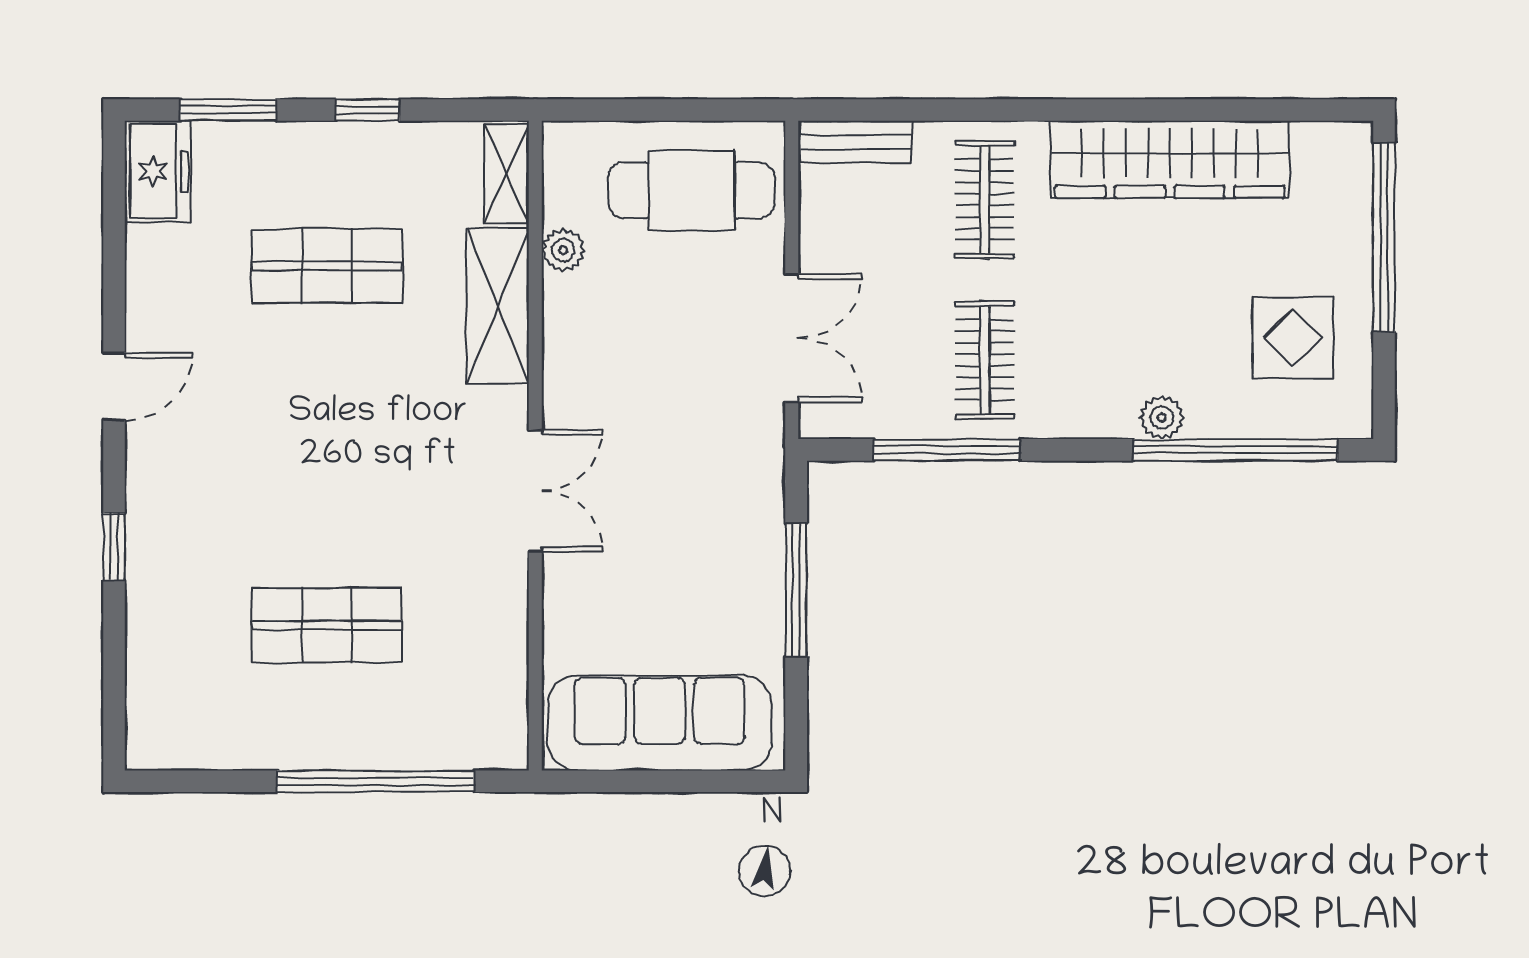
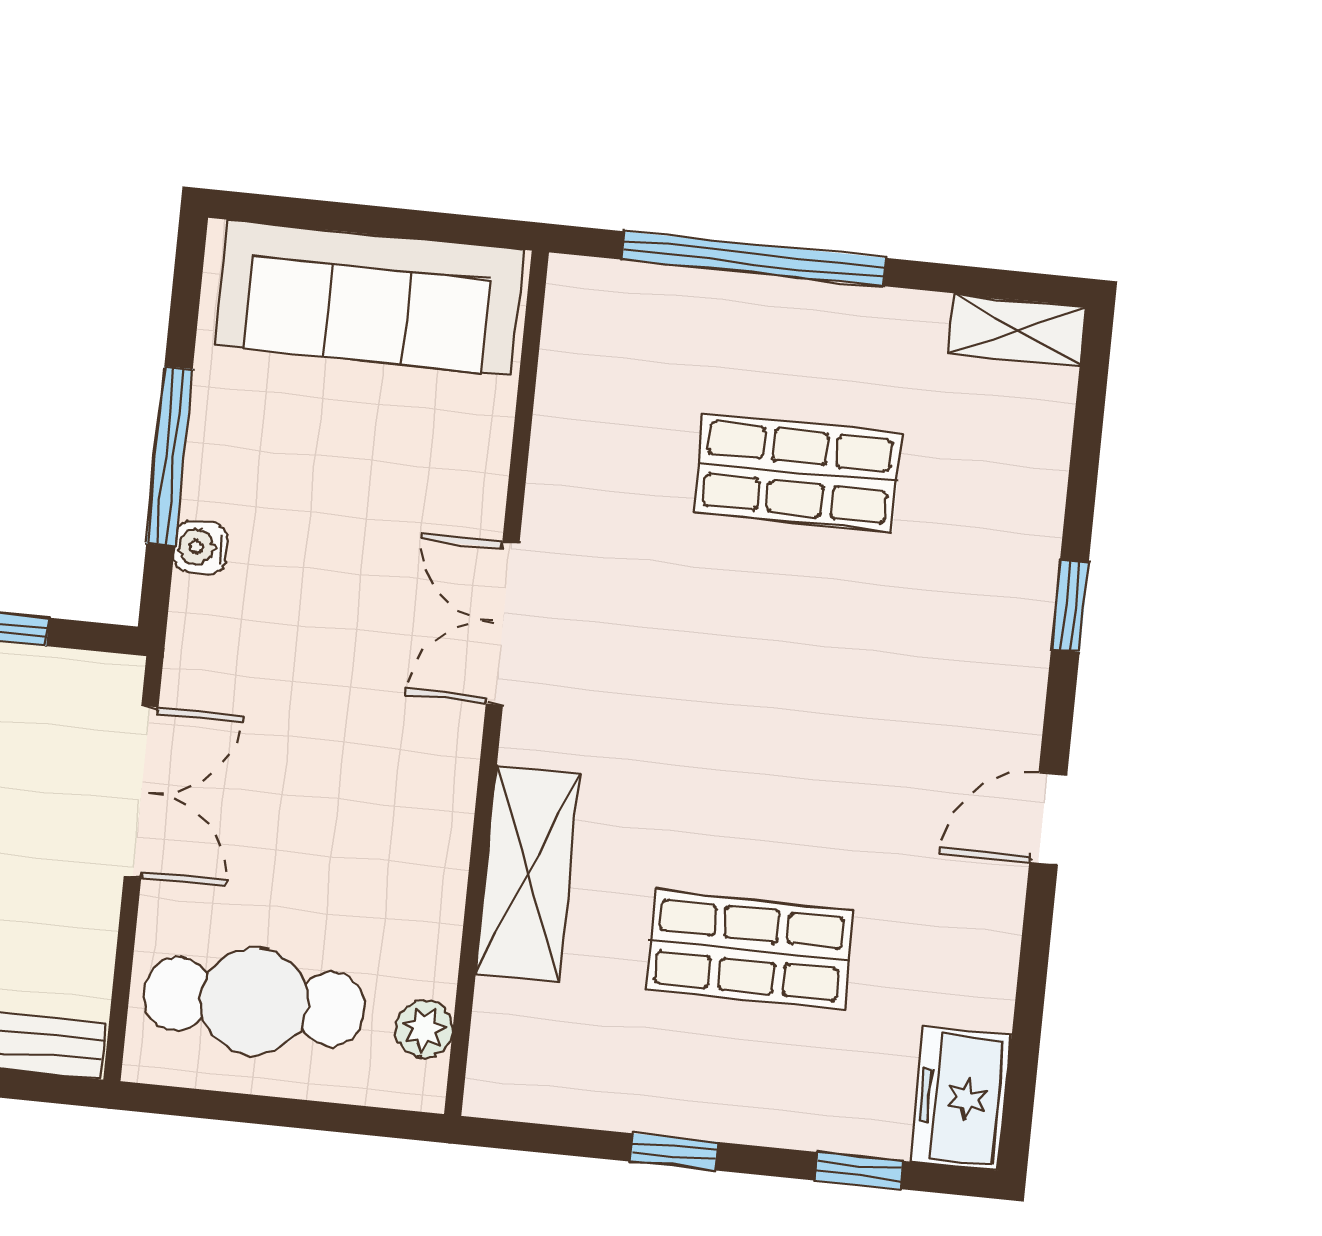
window: (228, 110) -> (859, 1171), width x0.67
shelving: (506, 174) -> (1017, 330), moved, turned 90
plant: (563, 250) -> (424, 1029), moved
double door: (792, 338) -> (141, 792), swing flipped
water cooler: (766, 524) -> (200, 547), added

